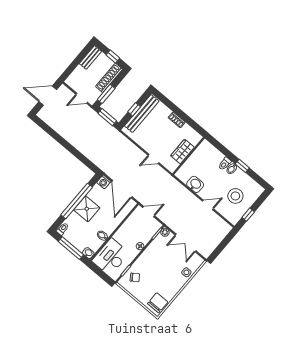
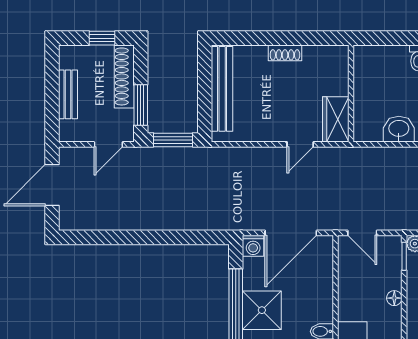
bench: (90, 57) -> (68, 94), moved
window: (134, 109) -> (205, 92), removed
wardrobe: (182, 151) -> (336, 119), moved
door: (122, 189) -> (291, 233), hinge flipped
door: (149, 212) -> (362, 233), swing flipped

